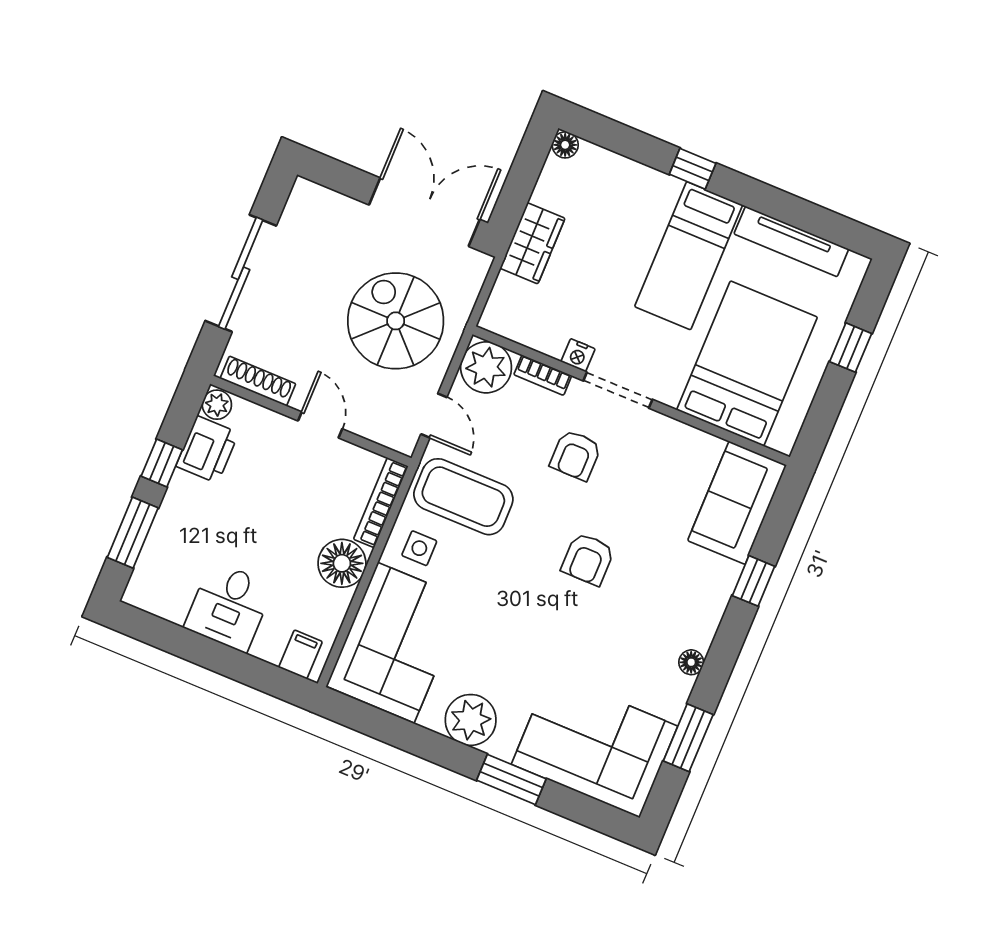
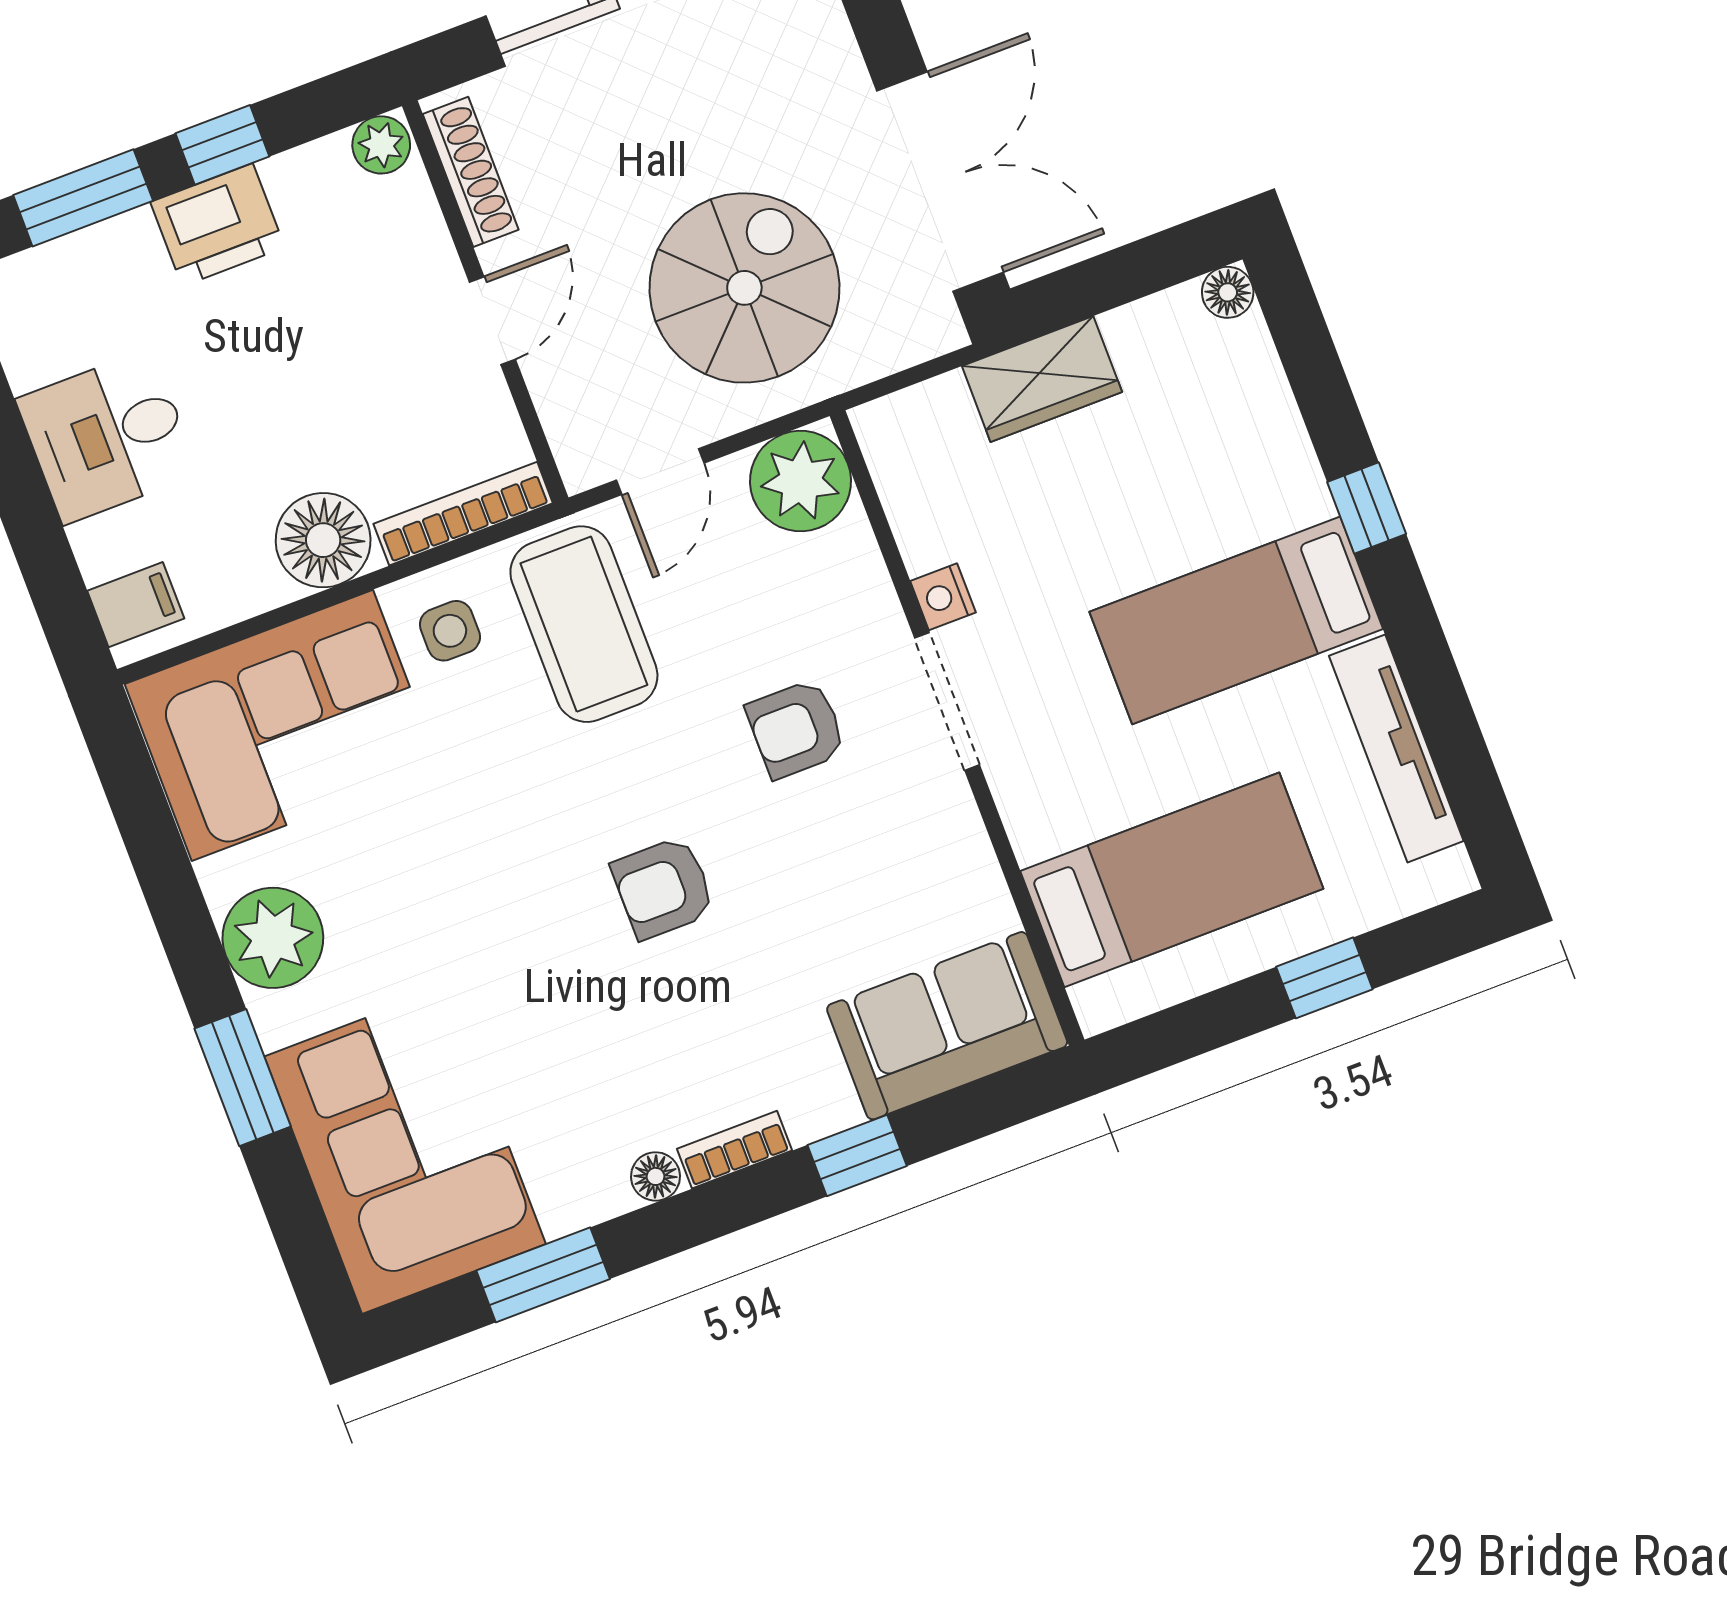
bed: (747, 363) -> (1172, 880), width x0.67
bookcase: (543, 375) -> (735, 1150), moved, turned 90
printer: (207, 450) -> (218, 225), moved

